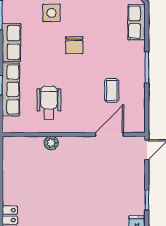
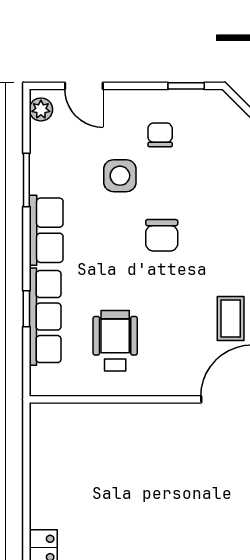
plant: (51, 143) -> (119, 415), removed

